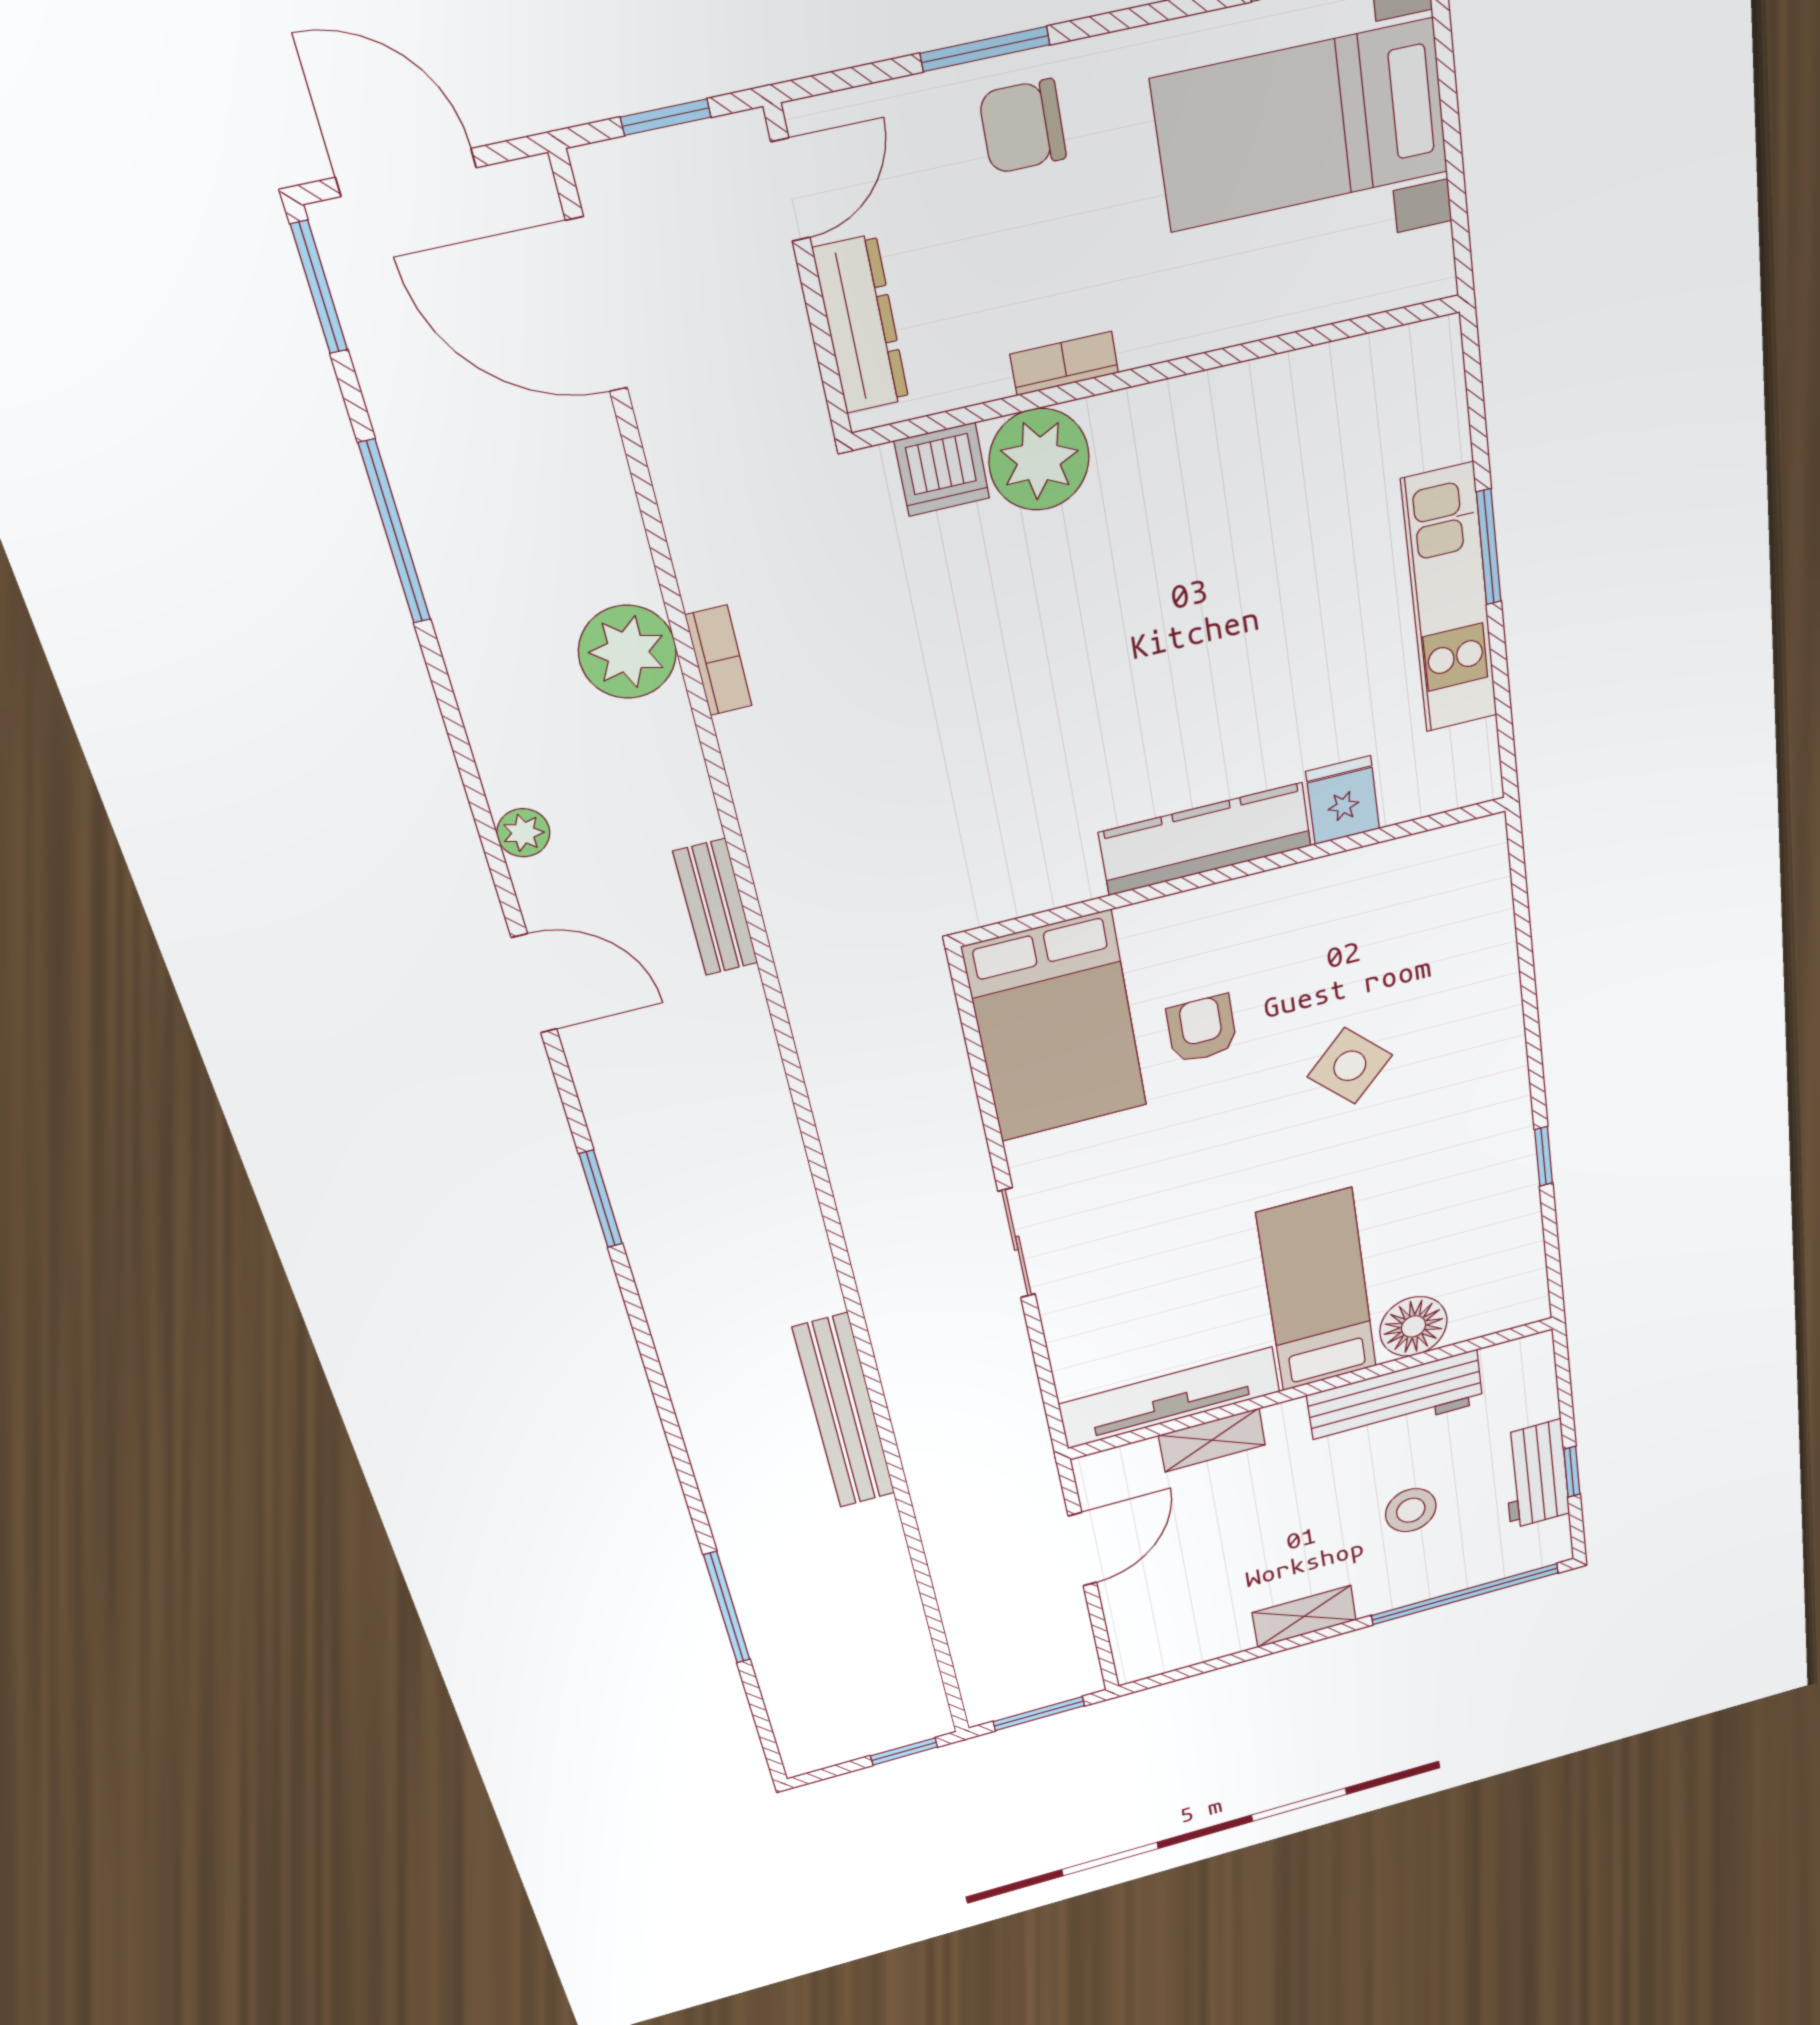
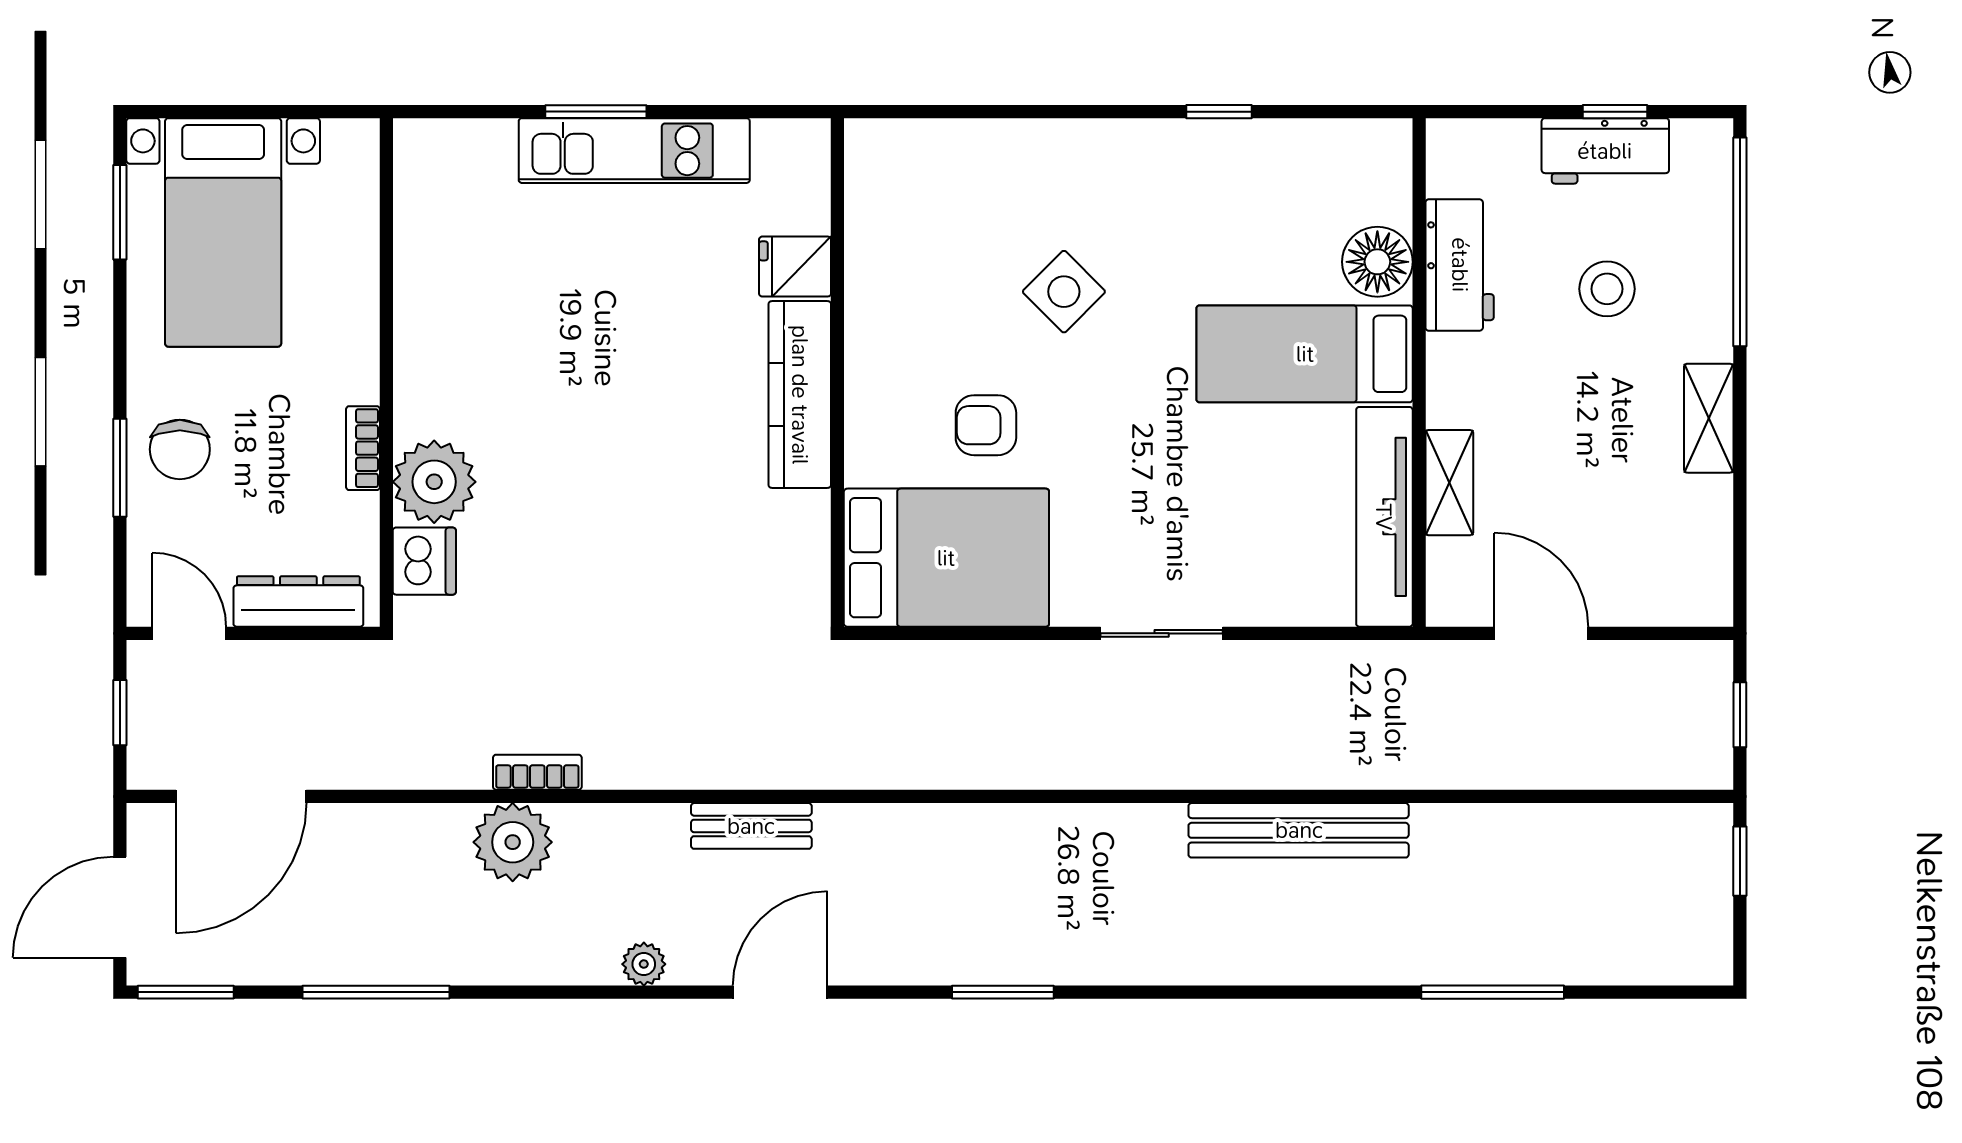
workbench: (1395, 1399) -> (1460, 265), width x0.73
window: (1039, 1714) -> (1740, 715), width x0.67

